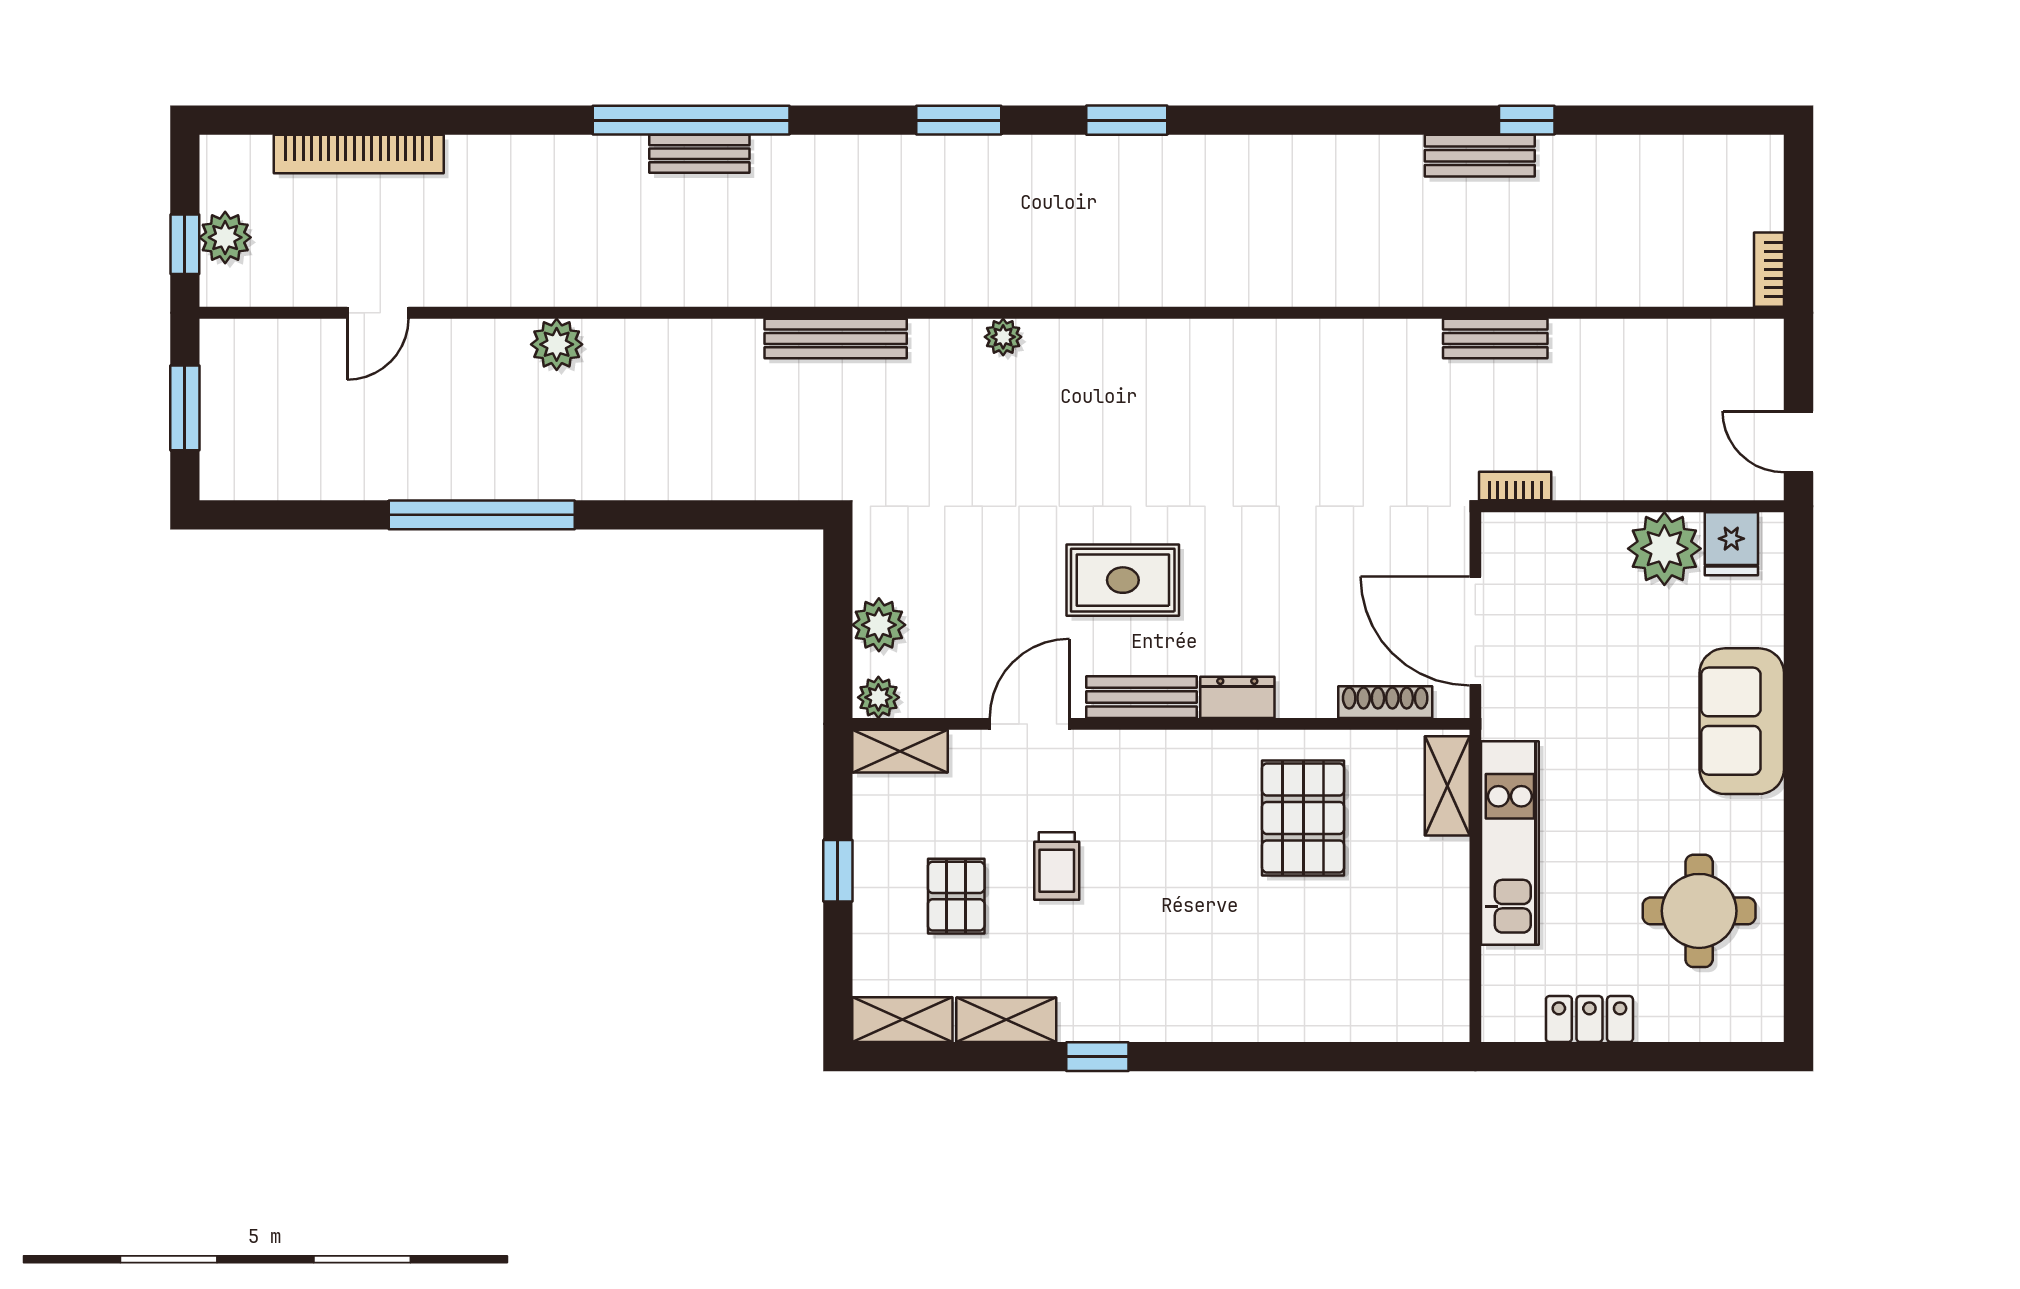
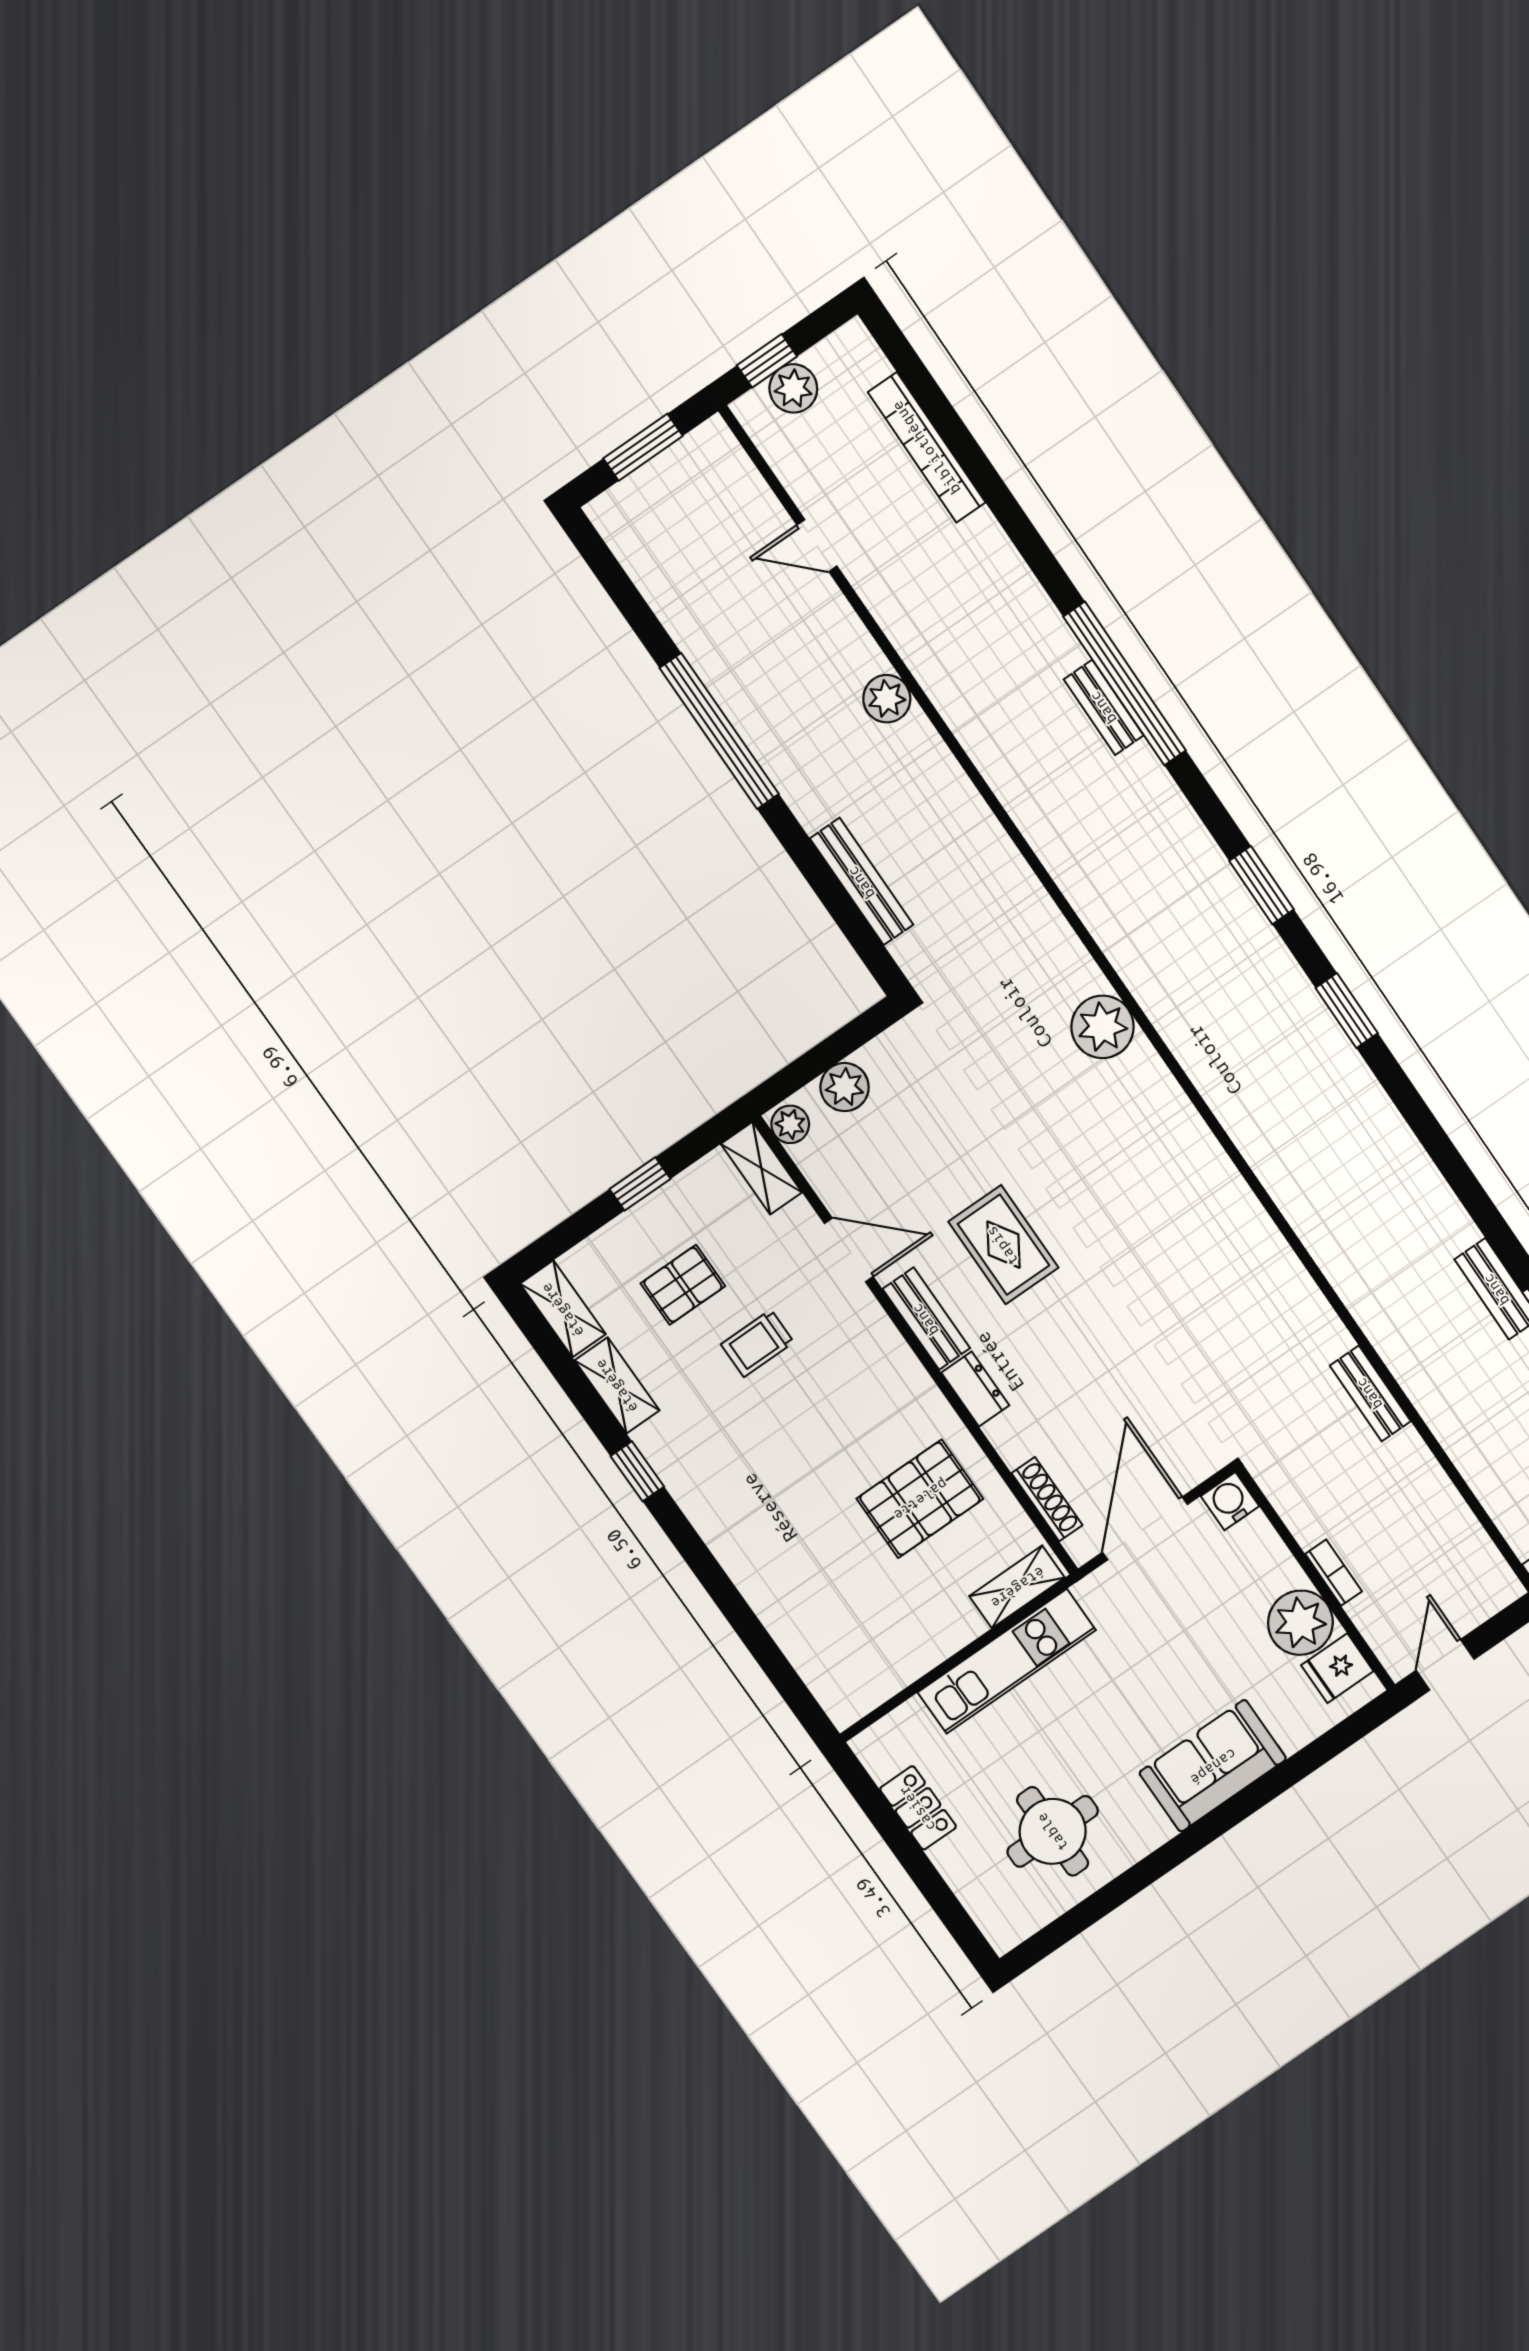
plant: (1003, 337) -> (1103, 1027), width x1.88, depth x1.88
bench: (836, 338) -> (862, 882), moved
bookcase: (1515, 486) -> (1334, 1573), moved
water cooler: (1505, 536) -> (1230, 1501), added

